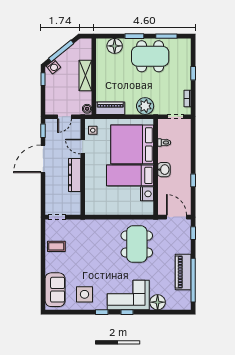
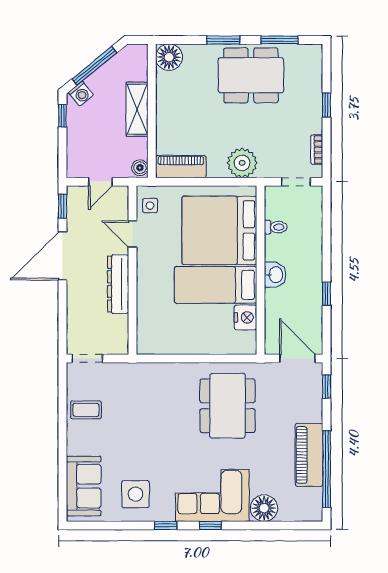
floor lamp: (115, 46) -> (169, 57), moved

